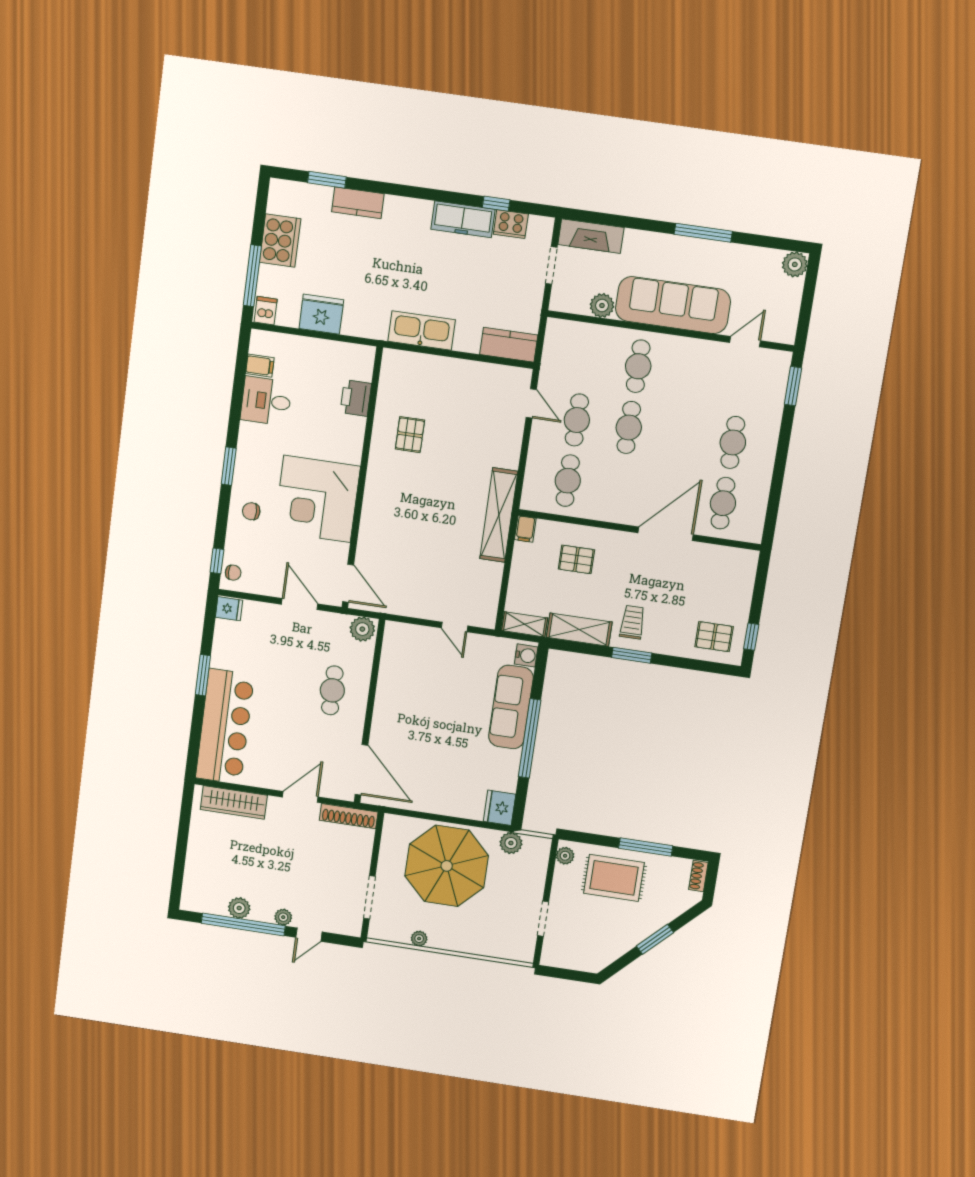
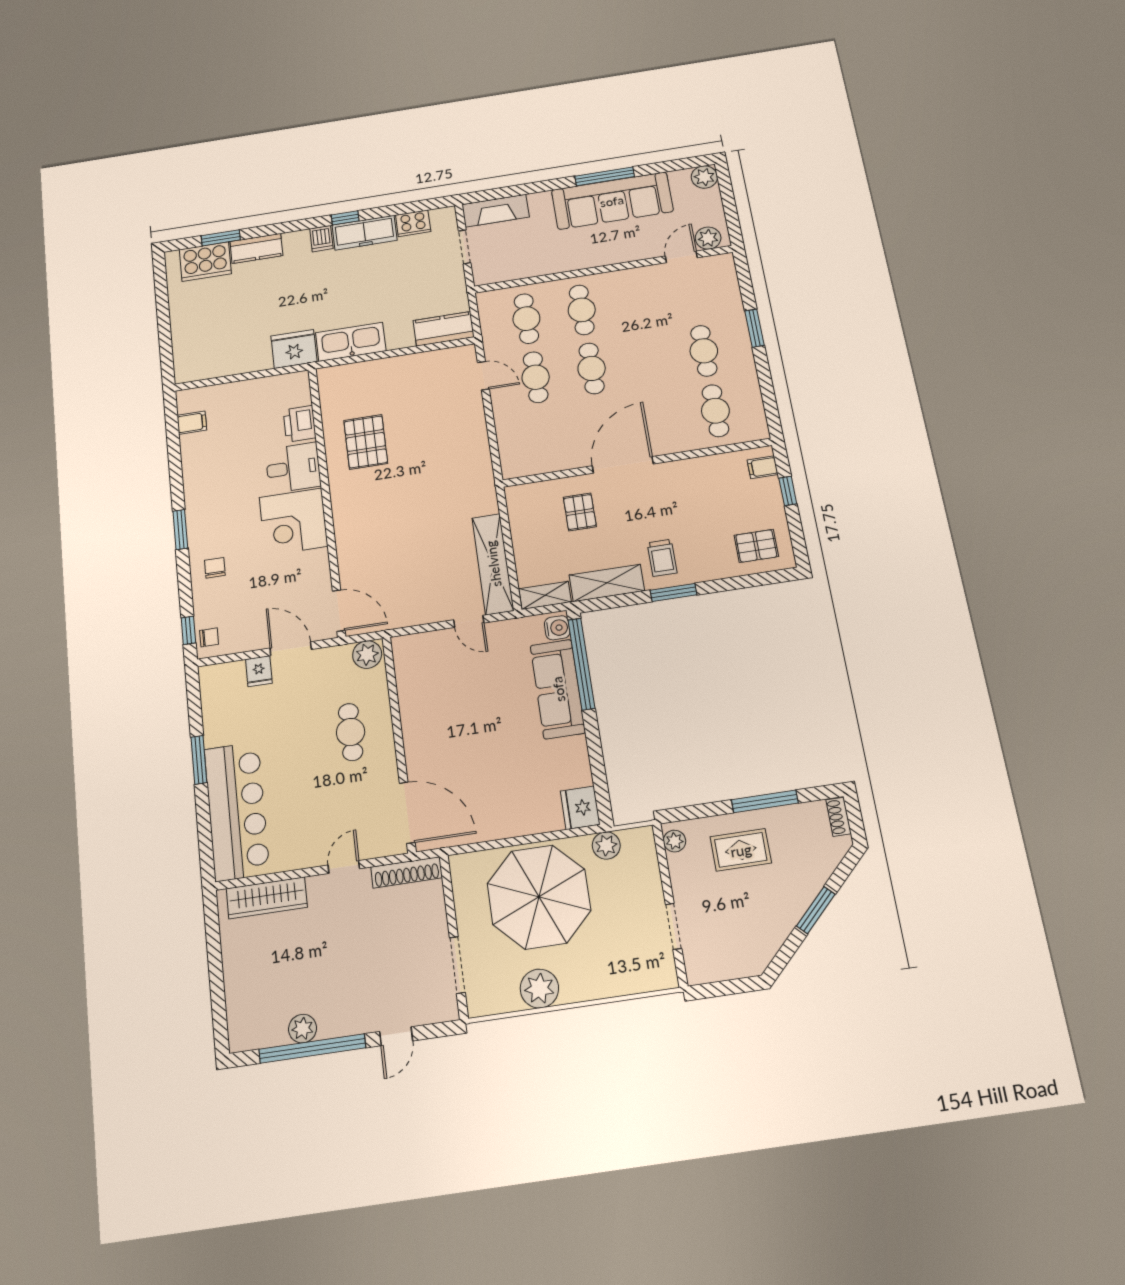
window: (496, 204) -> (345, 218), moved
cooker: (280, 241) -> (205, 262), moved, turned 90
window: (252, 276) -> (165, 342), removed
sofa: (673, 305) -> (612, 201), moved, turned 180
plant: (602, 306) -> (708, 238), moved
dishwasher: (266, 311) -> (321, 239), moved, turned 180
fridge: (321, 314) -> (294, 349), moved
window: (793, 386) -> (754, 328), moved
desk: (266, 401) -> (293, 468), moved, turned 180
pallet: (410, 435) -> (366, 442), width x1.50, depth x1.42
cafe table: (568, 481) -> (526, 319), moved
corner desk: (317, 499) -> (293, 522), width x0.74, depth x0.74
chair: (251, 511) -> (215, 568), turned 90
shelving: (499, 515) -> (493, 564), moved
filing cabinet: (525, 529) -> (763, 467), moved, turned 90
door: (666, 534) -> (623, 465), moved
pallet: (576, 559) -> (580, 512), turned 90
fridge: (229, 609) -> (259, 671), moved, turned 90
trolley: (632, 622) -> (662, 558), turned 180
window: (751, 637) -> (788, 491), moved
window: (530, 738) -> (581, 664), moved
door: (300, 797) -> (344, 867), width x0.73
rug: (614, 878) -> (741, 850), width x0.73, depth x0.70
plant: (283, 917) -> (359, 1023), removed
plant: (419, 939) -> (539, 988), width x1.87, depth x1.87

